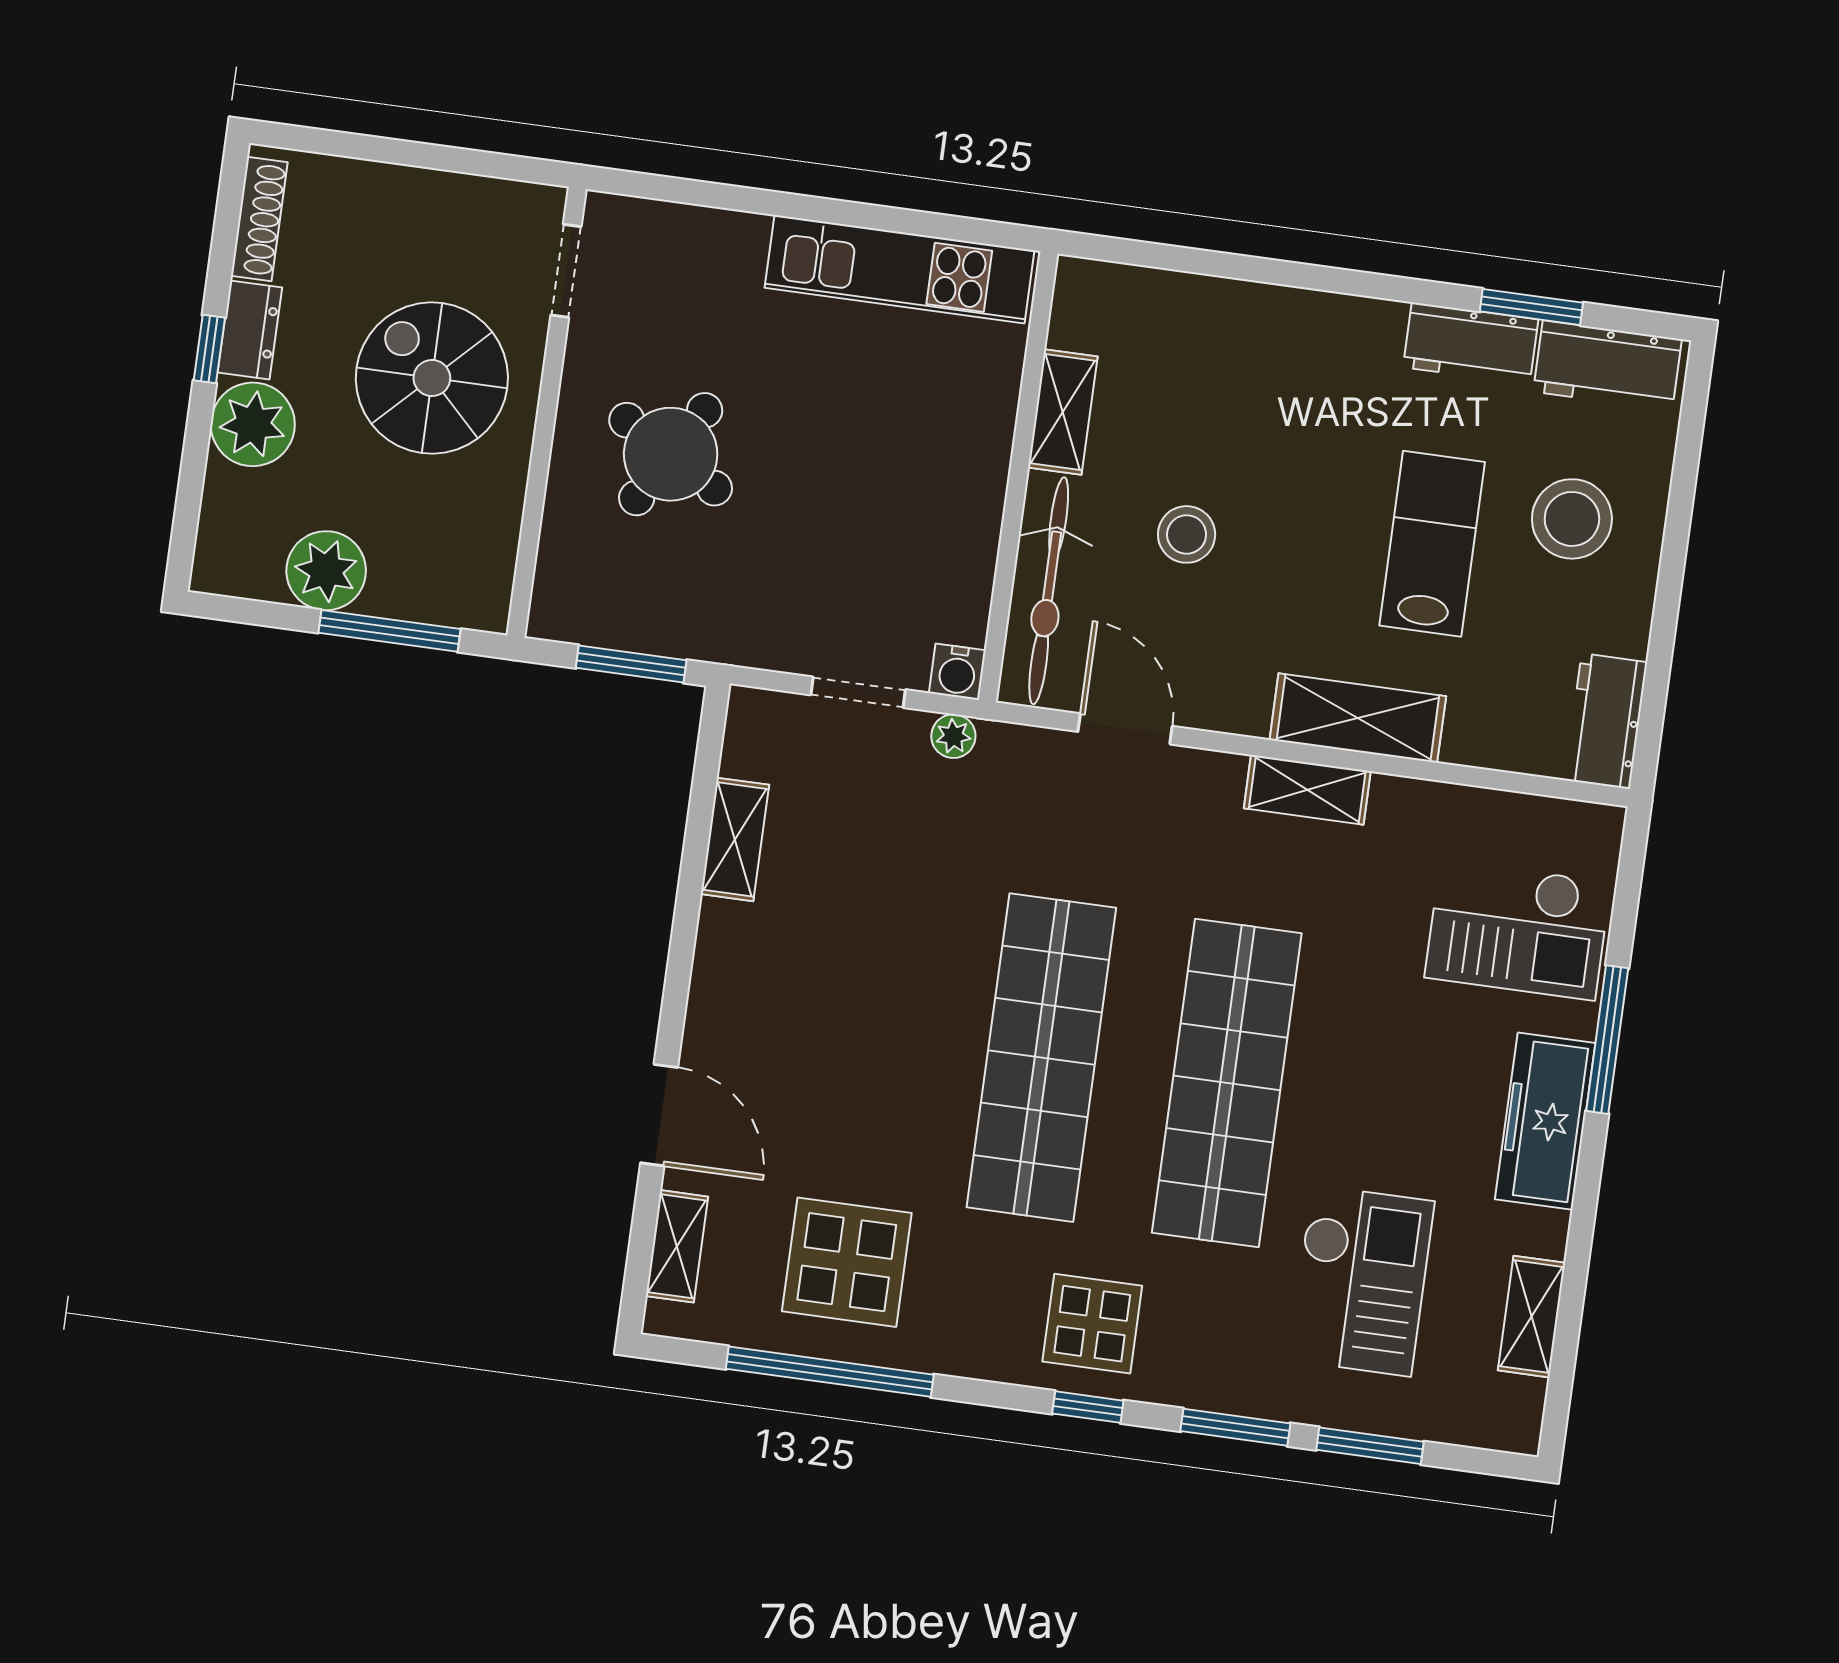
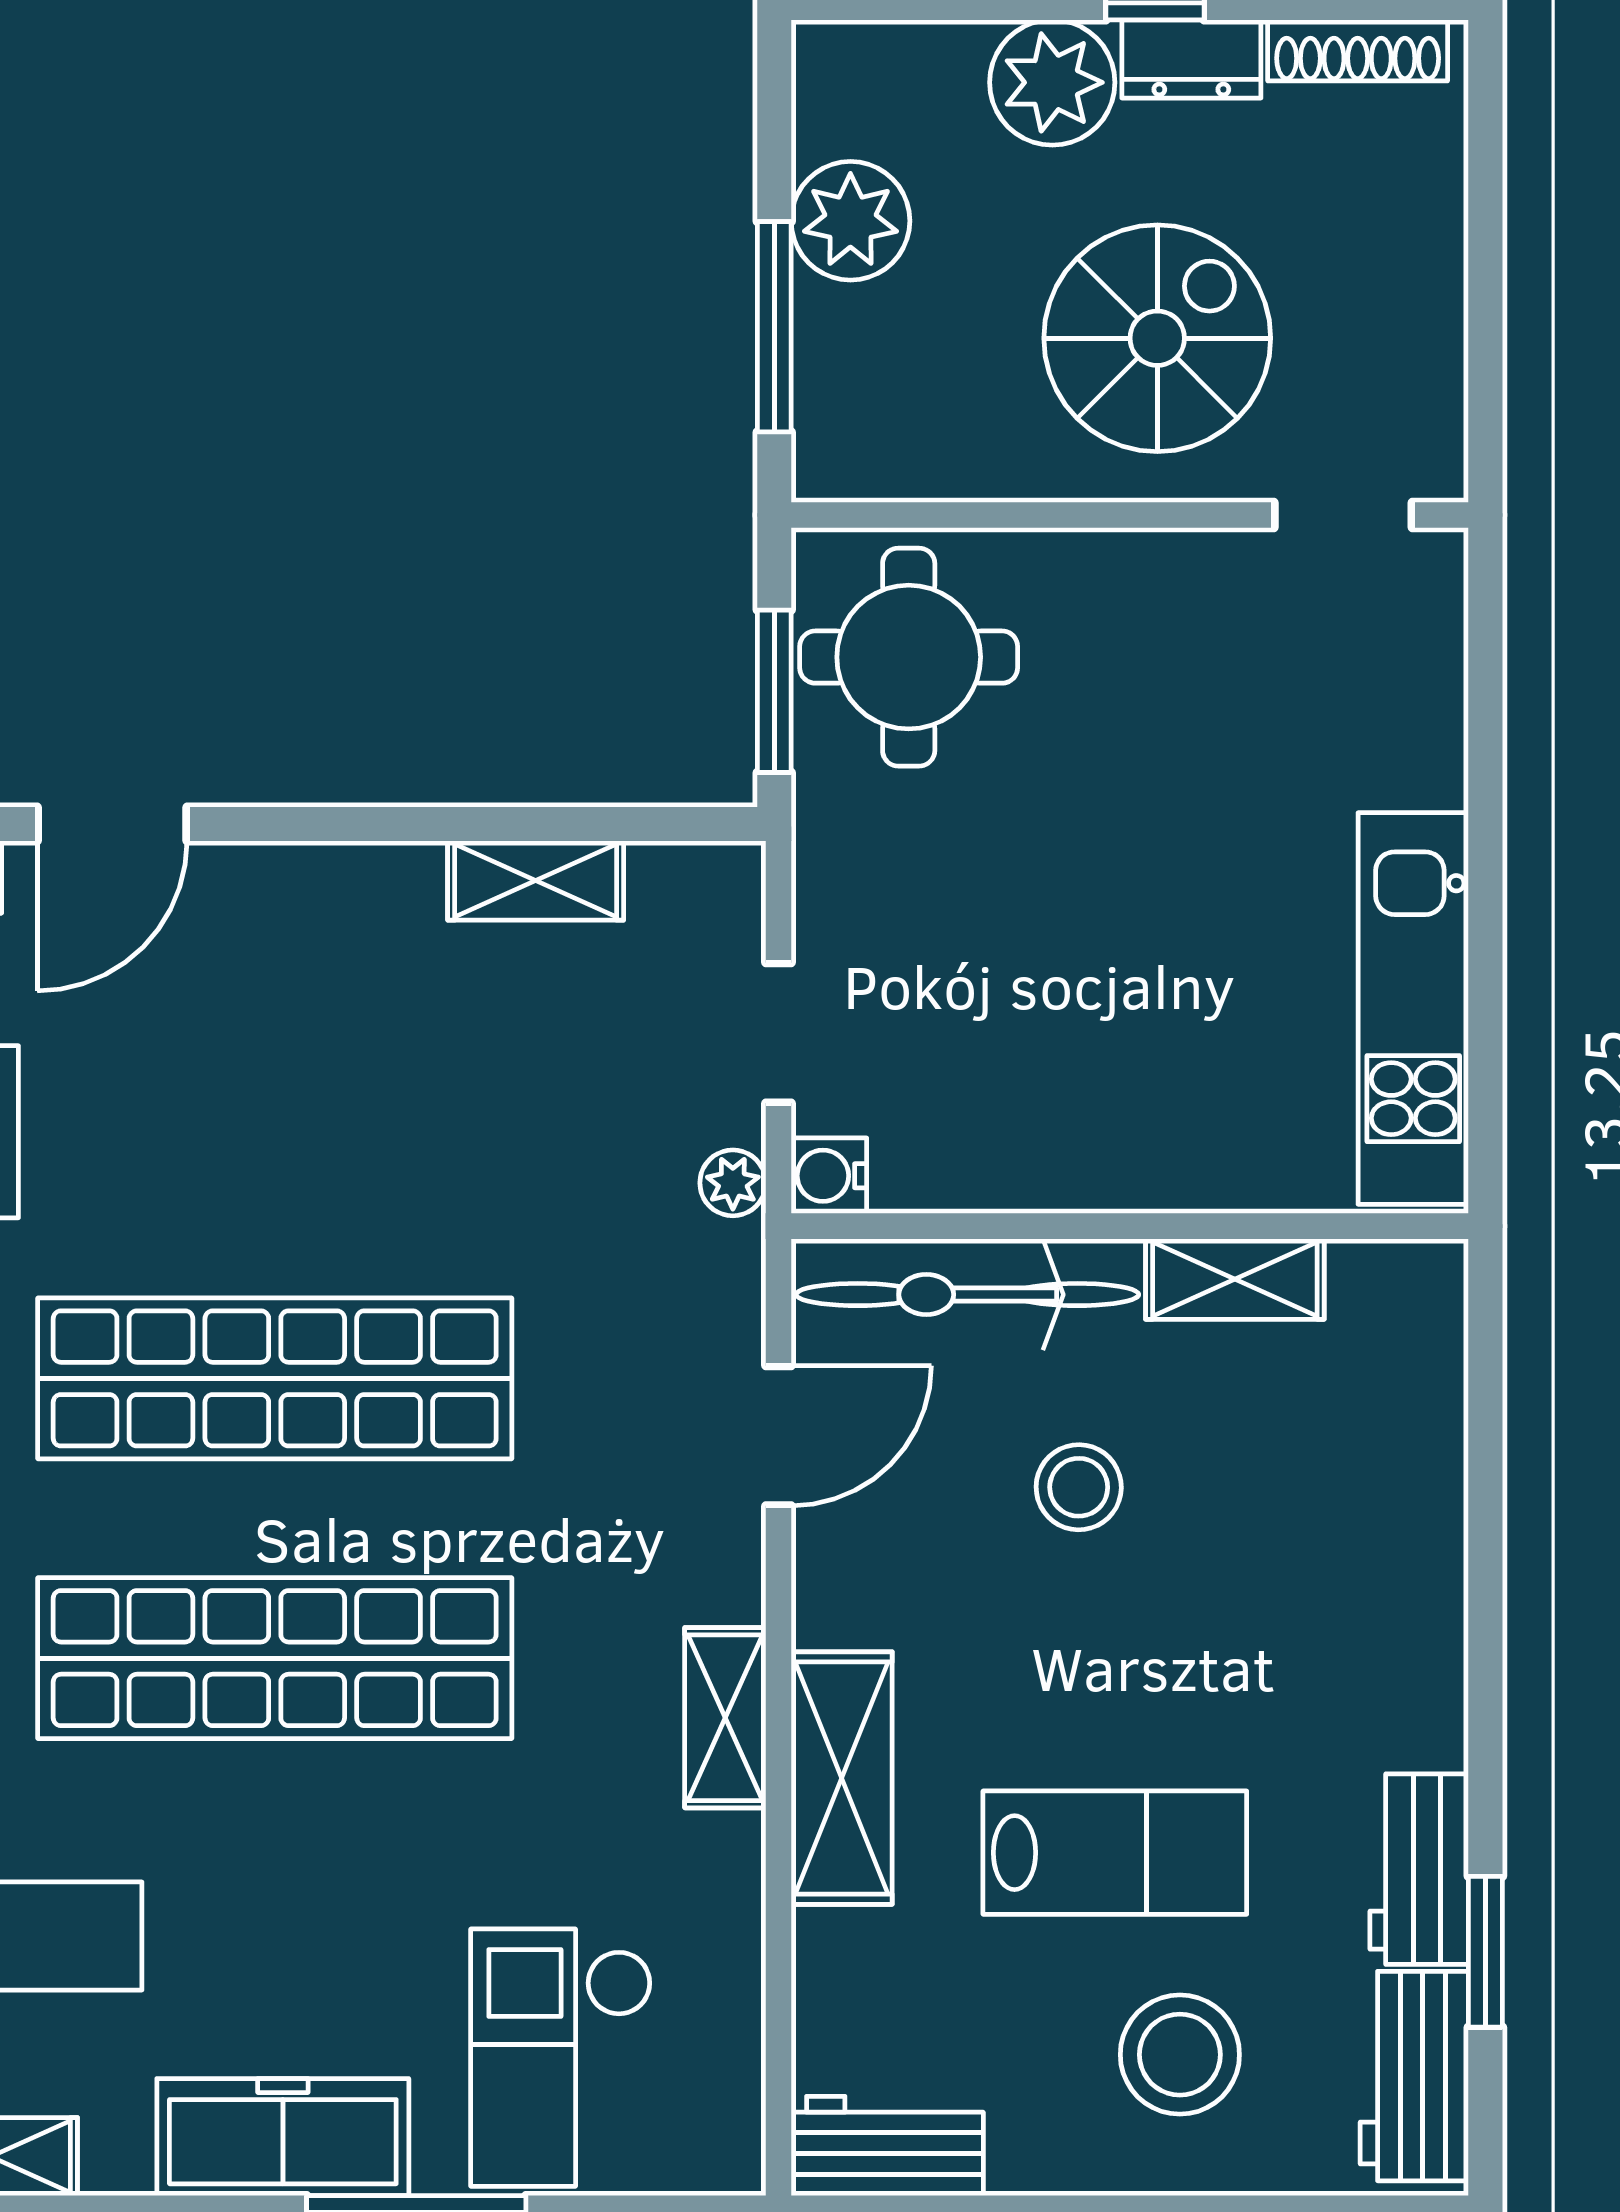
round table: (671, 454) -> (909, 657), moved, turned -30

